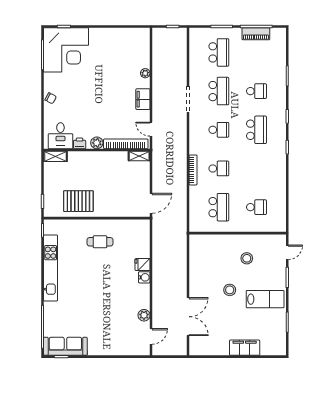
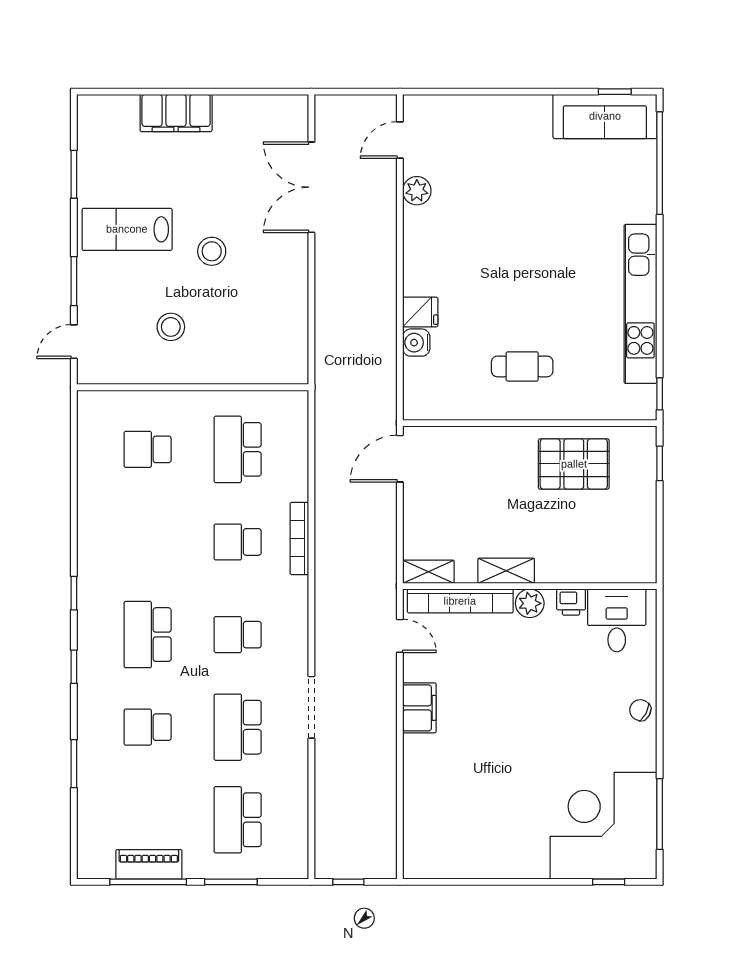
plant: (145, 73) -> (414, 770), removed
shelving: (55, 156) -> (506, 571), moved
water cooler: (144, 277) -> (416, 343), moved

